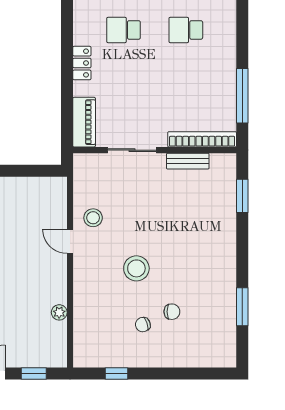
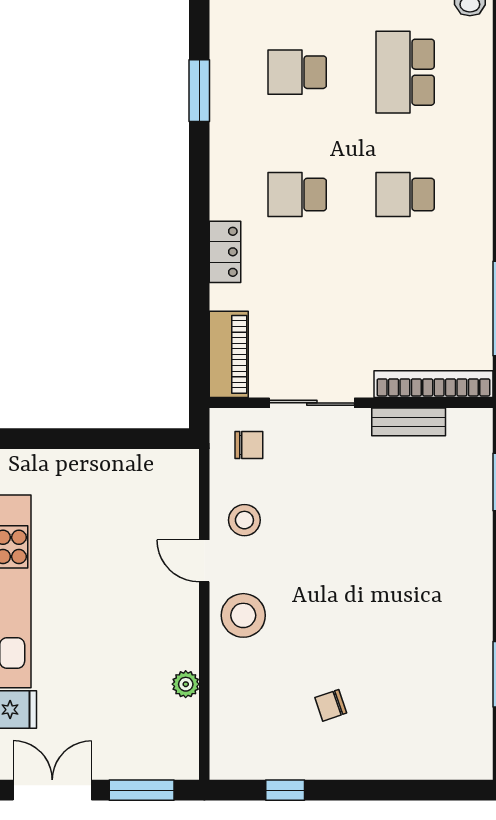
stool: (136, 268) -> (243, 615), moved
chair: (172, 312) -> (249, 445), moved
window: (34, 374) -> (142, 790), width x1.50

